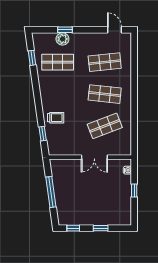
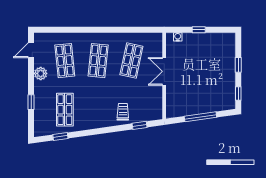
plant: (62, 39) -> (41, 73), moved
shop shelf: (105, 126) -> (131, 61), turned 33
double door: (94, 157) -> (164, 71), swing flipped

